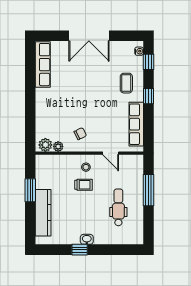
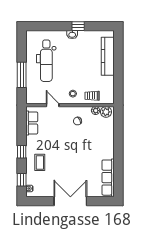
row of seats: (136, 124) -> (32, 123), width x0.68
trolley: (83, 185) -> (92, 96), moved
window: (30, 190) -> (118, 75), removed
dental chair: (118, 207) -> (46, 61), width x1.36, depth x1.38

